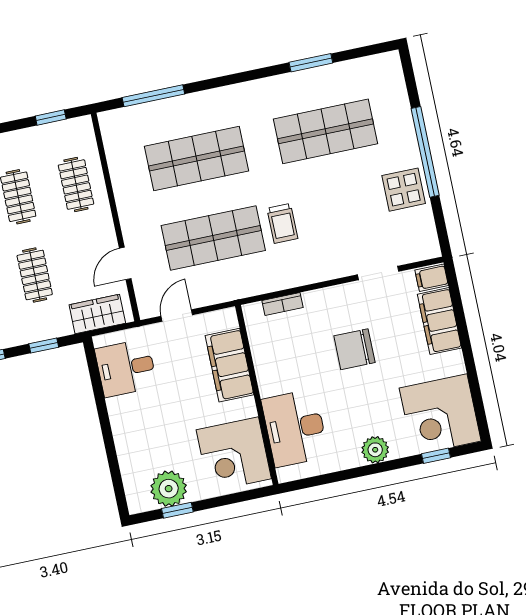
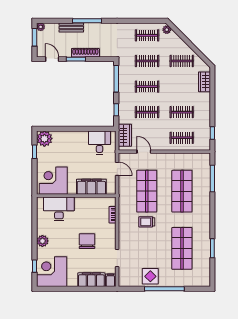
plant: (169, 489) -> (44, 139), moved

